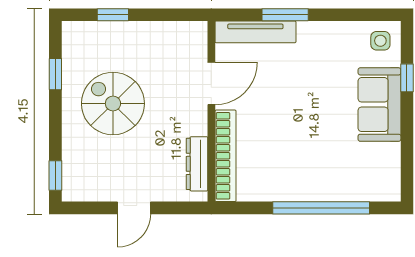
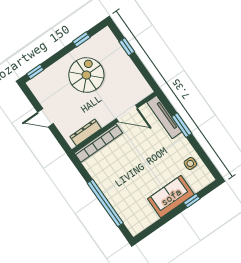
side table: (380, 41) -> (190, 163), moved

